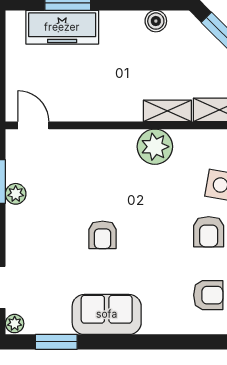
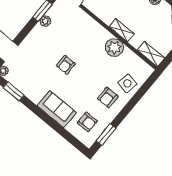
shelving: (167, 111) -> (122, 30), moved
sofa: (107, 314) -> (57, 109), moved

